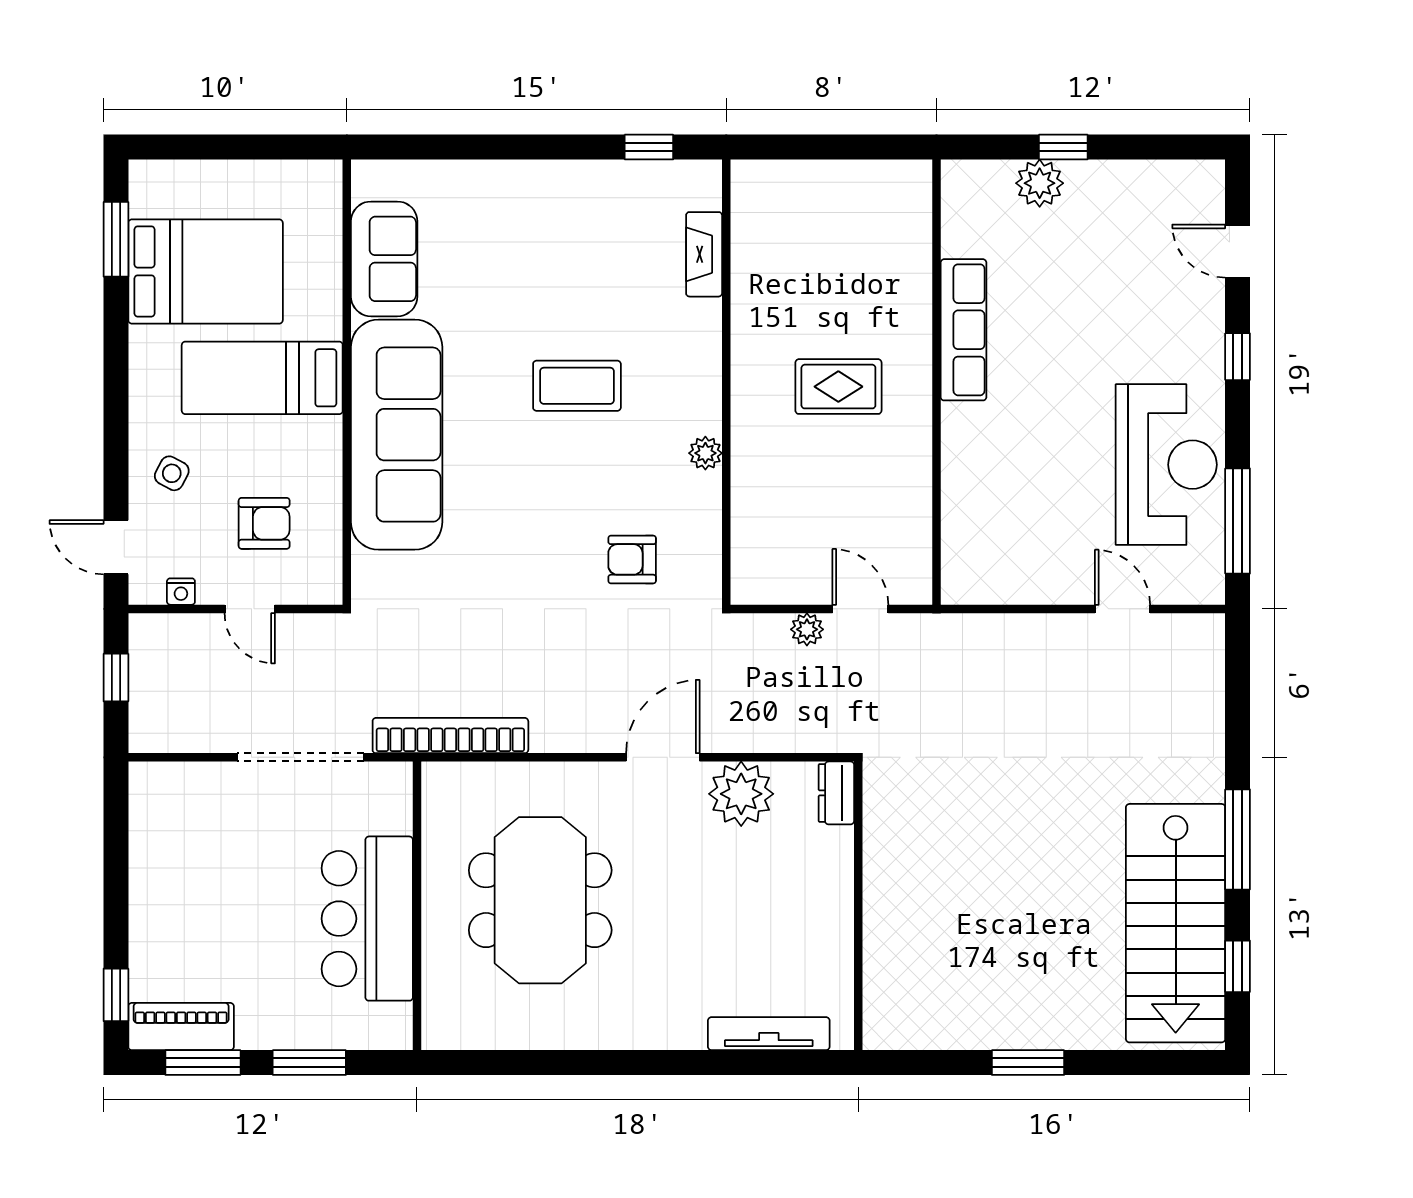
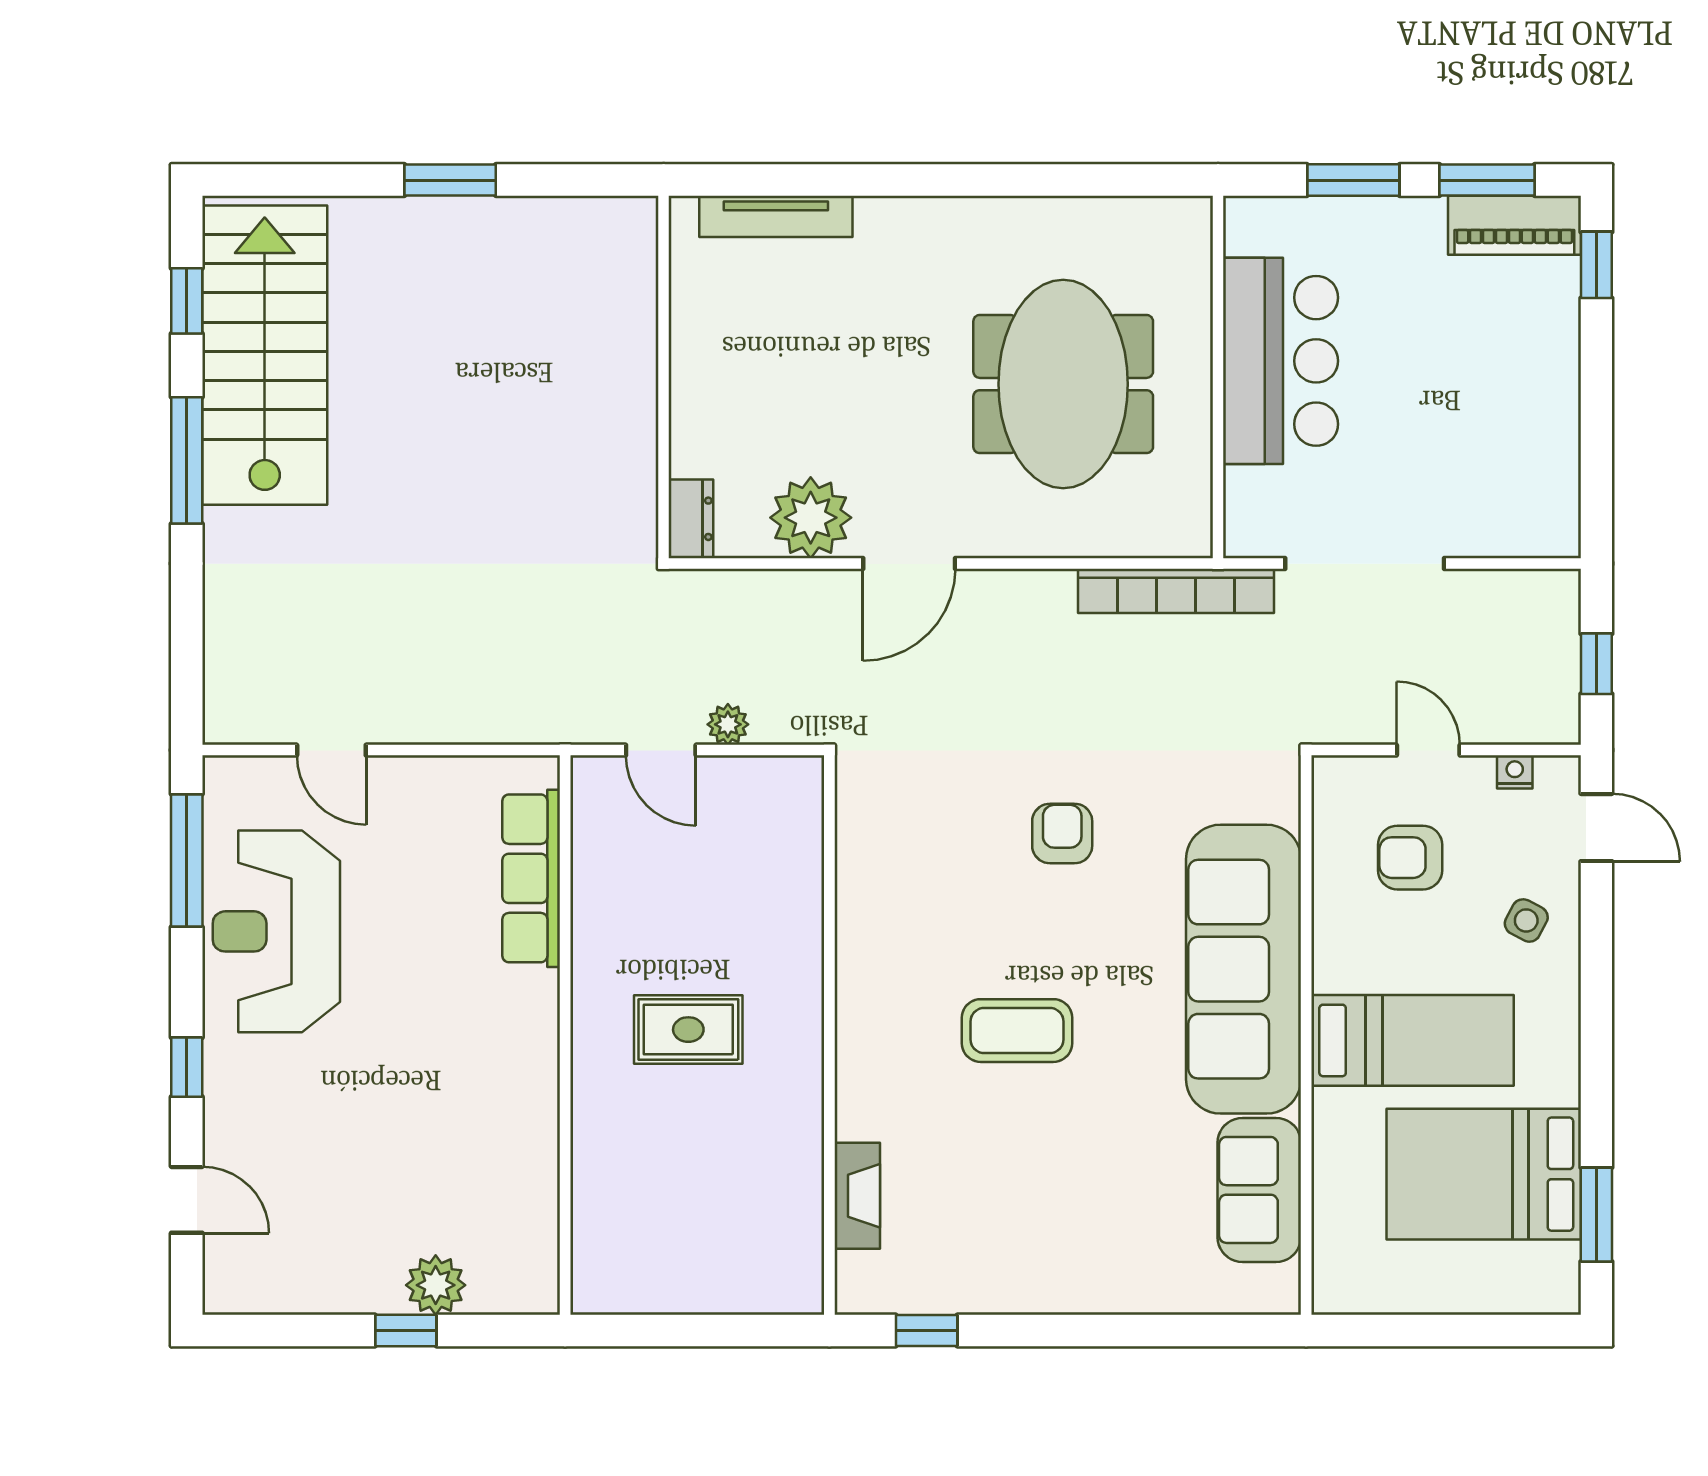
row of seats: (964, 330) -> (531, 878), moved
plant: (705, 453) -> (856, 946), removed
armchair: (632, 559) -> (1062, 833), moved, turned -90

